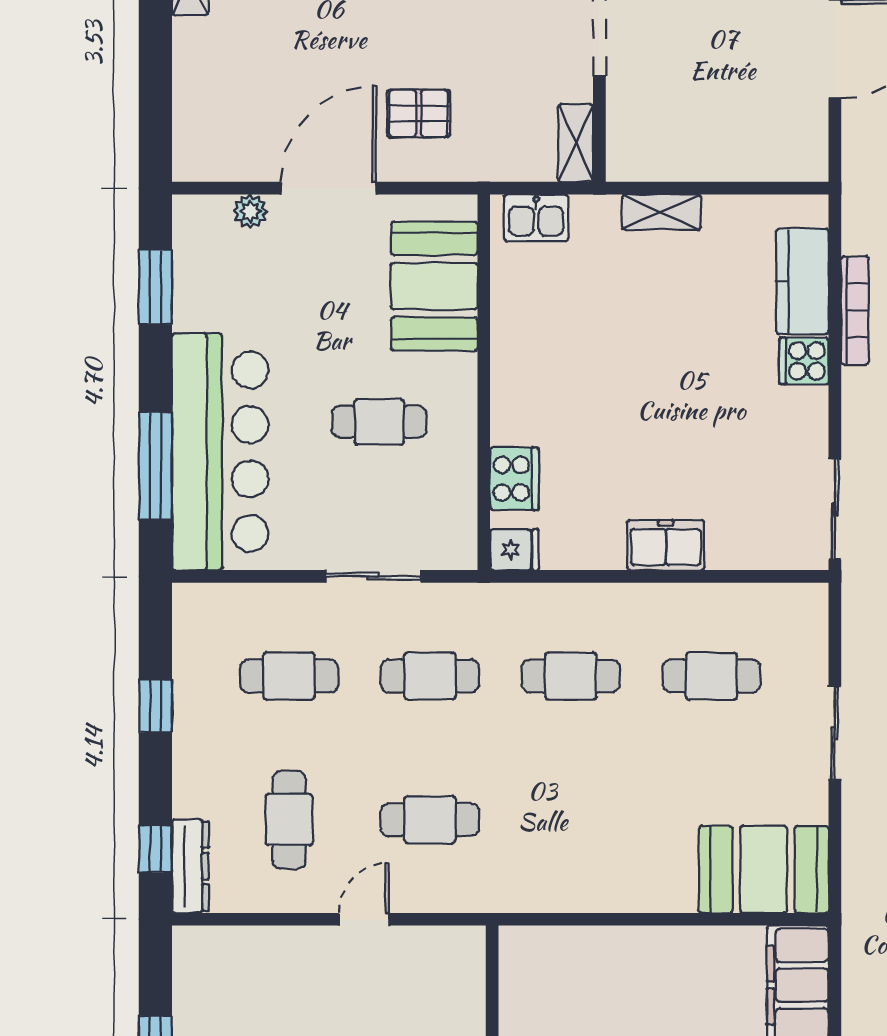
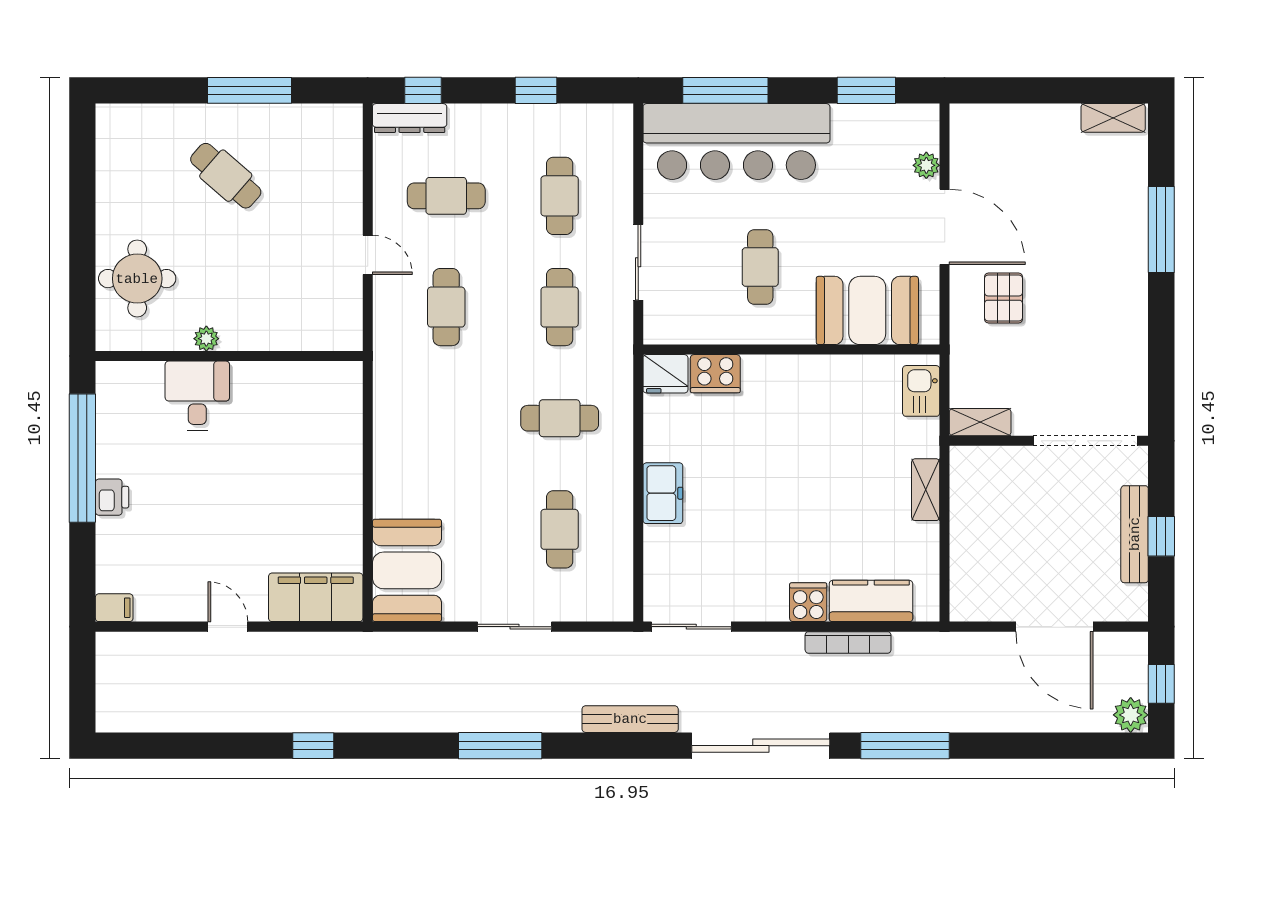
fridge: (514, 550) -> (665, 374), width x1.38
cafe table: (571, 676) -> (560, 418), turned 90

